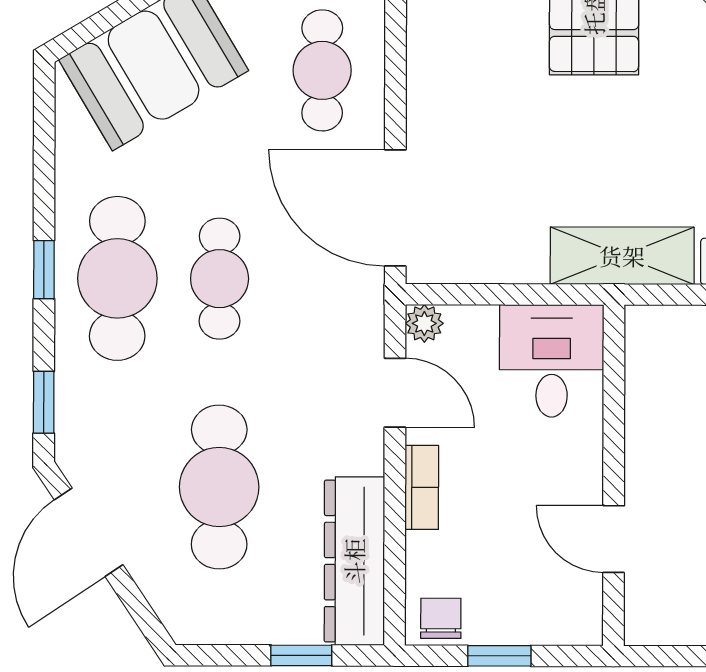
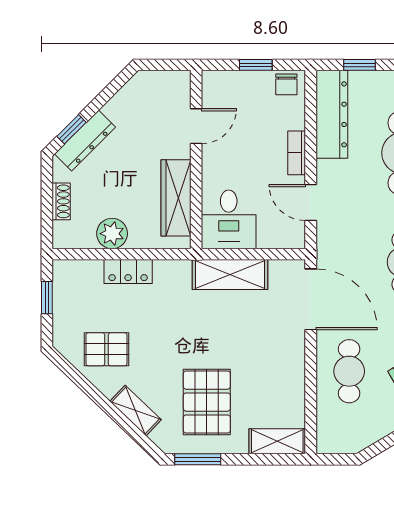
shelving: (622, 256) -> (230, 275), moved
plant: (424, 323) -> (295, 239), removed
wardrobe: (652, 402) -> (176, 198), added
door: (614, 539) -> (196, 126), hinge flipped

